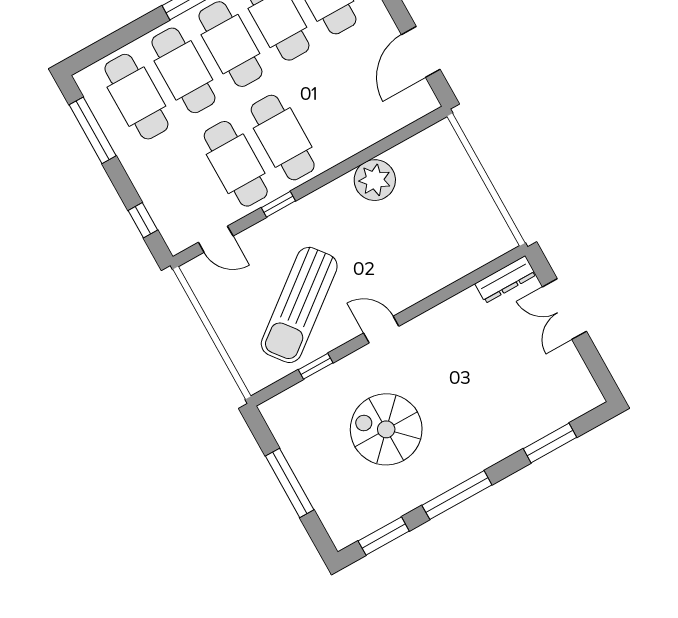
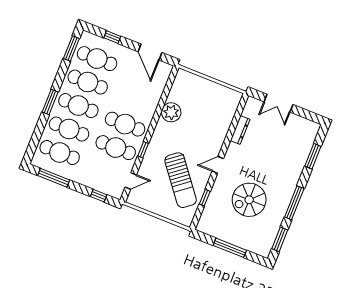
dresser: (505, 279) -> (240, 130), moved

